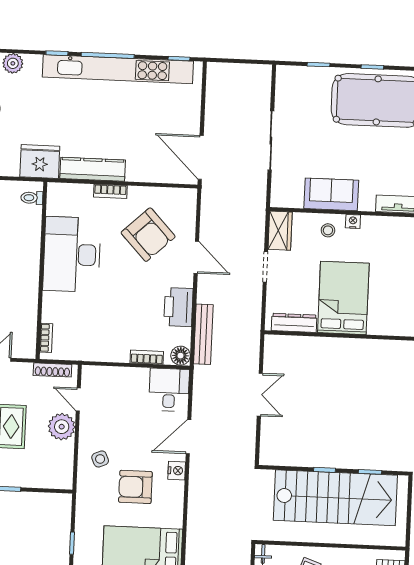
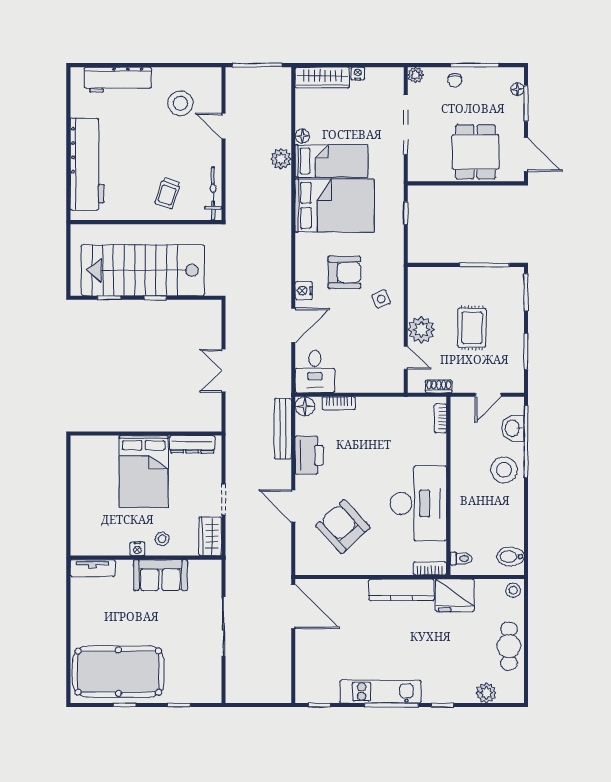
kitchen unit: (118, 69) -> (380, 692), width x0.54
bookcase: (110, 191) -> (430, 568), moved
shoe rack: (52, 370) -> (439, 386), width x0.70

